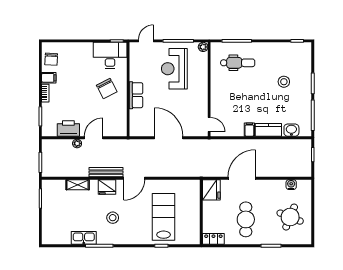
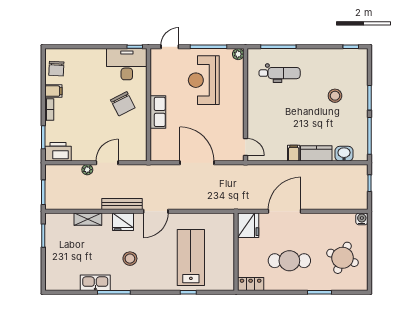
printer: (68, 128) -> (58, 152), moved
water cooler: (291, 185) -> (362, 219), moved
cafe table: (246, 219) -> (289, 261), turned 90

